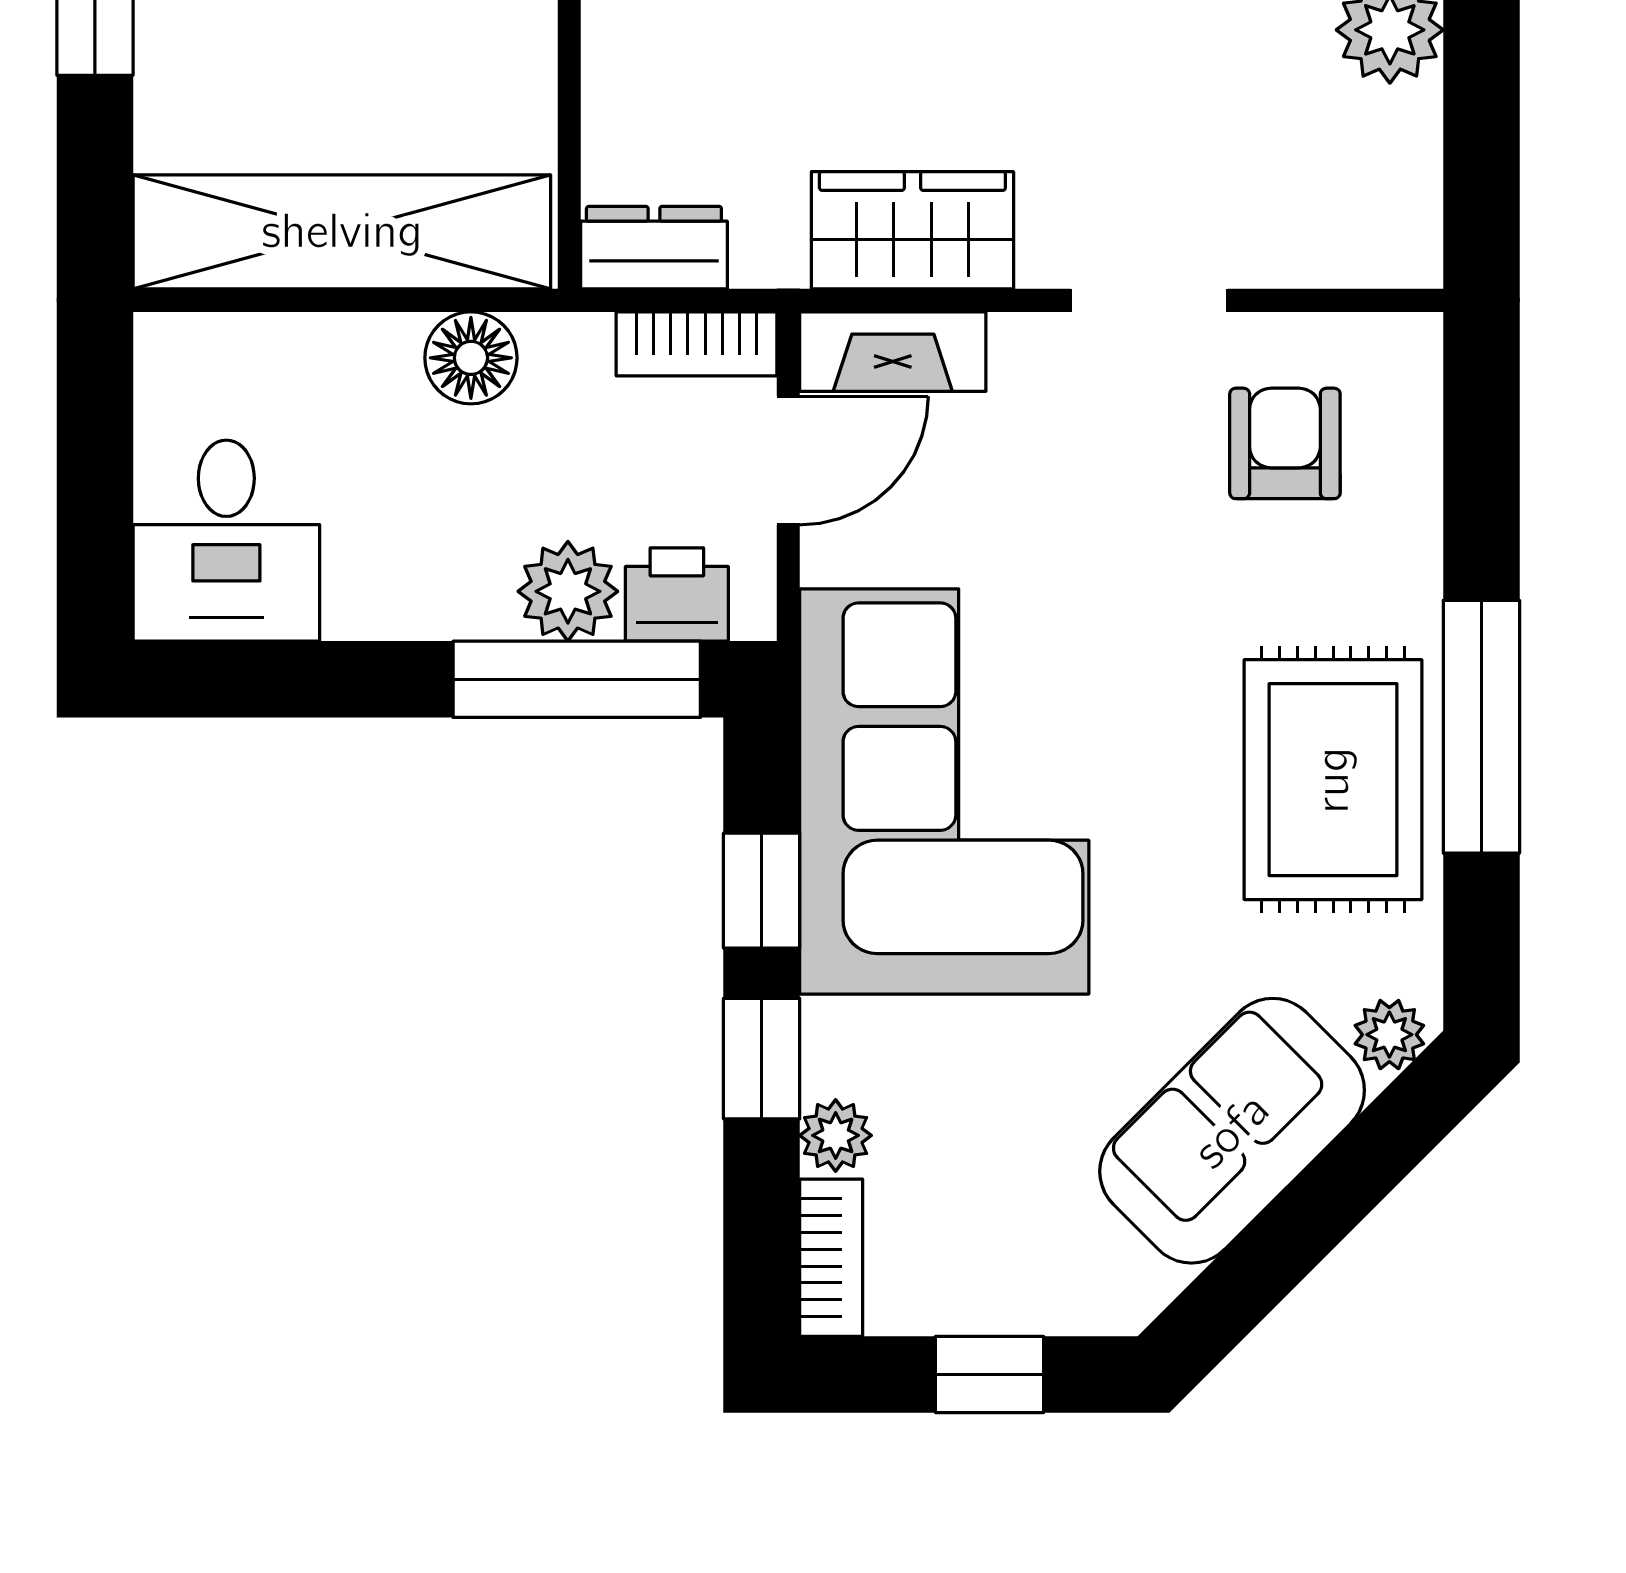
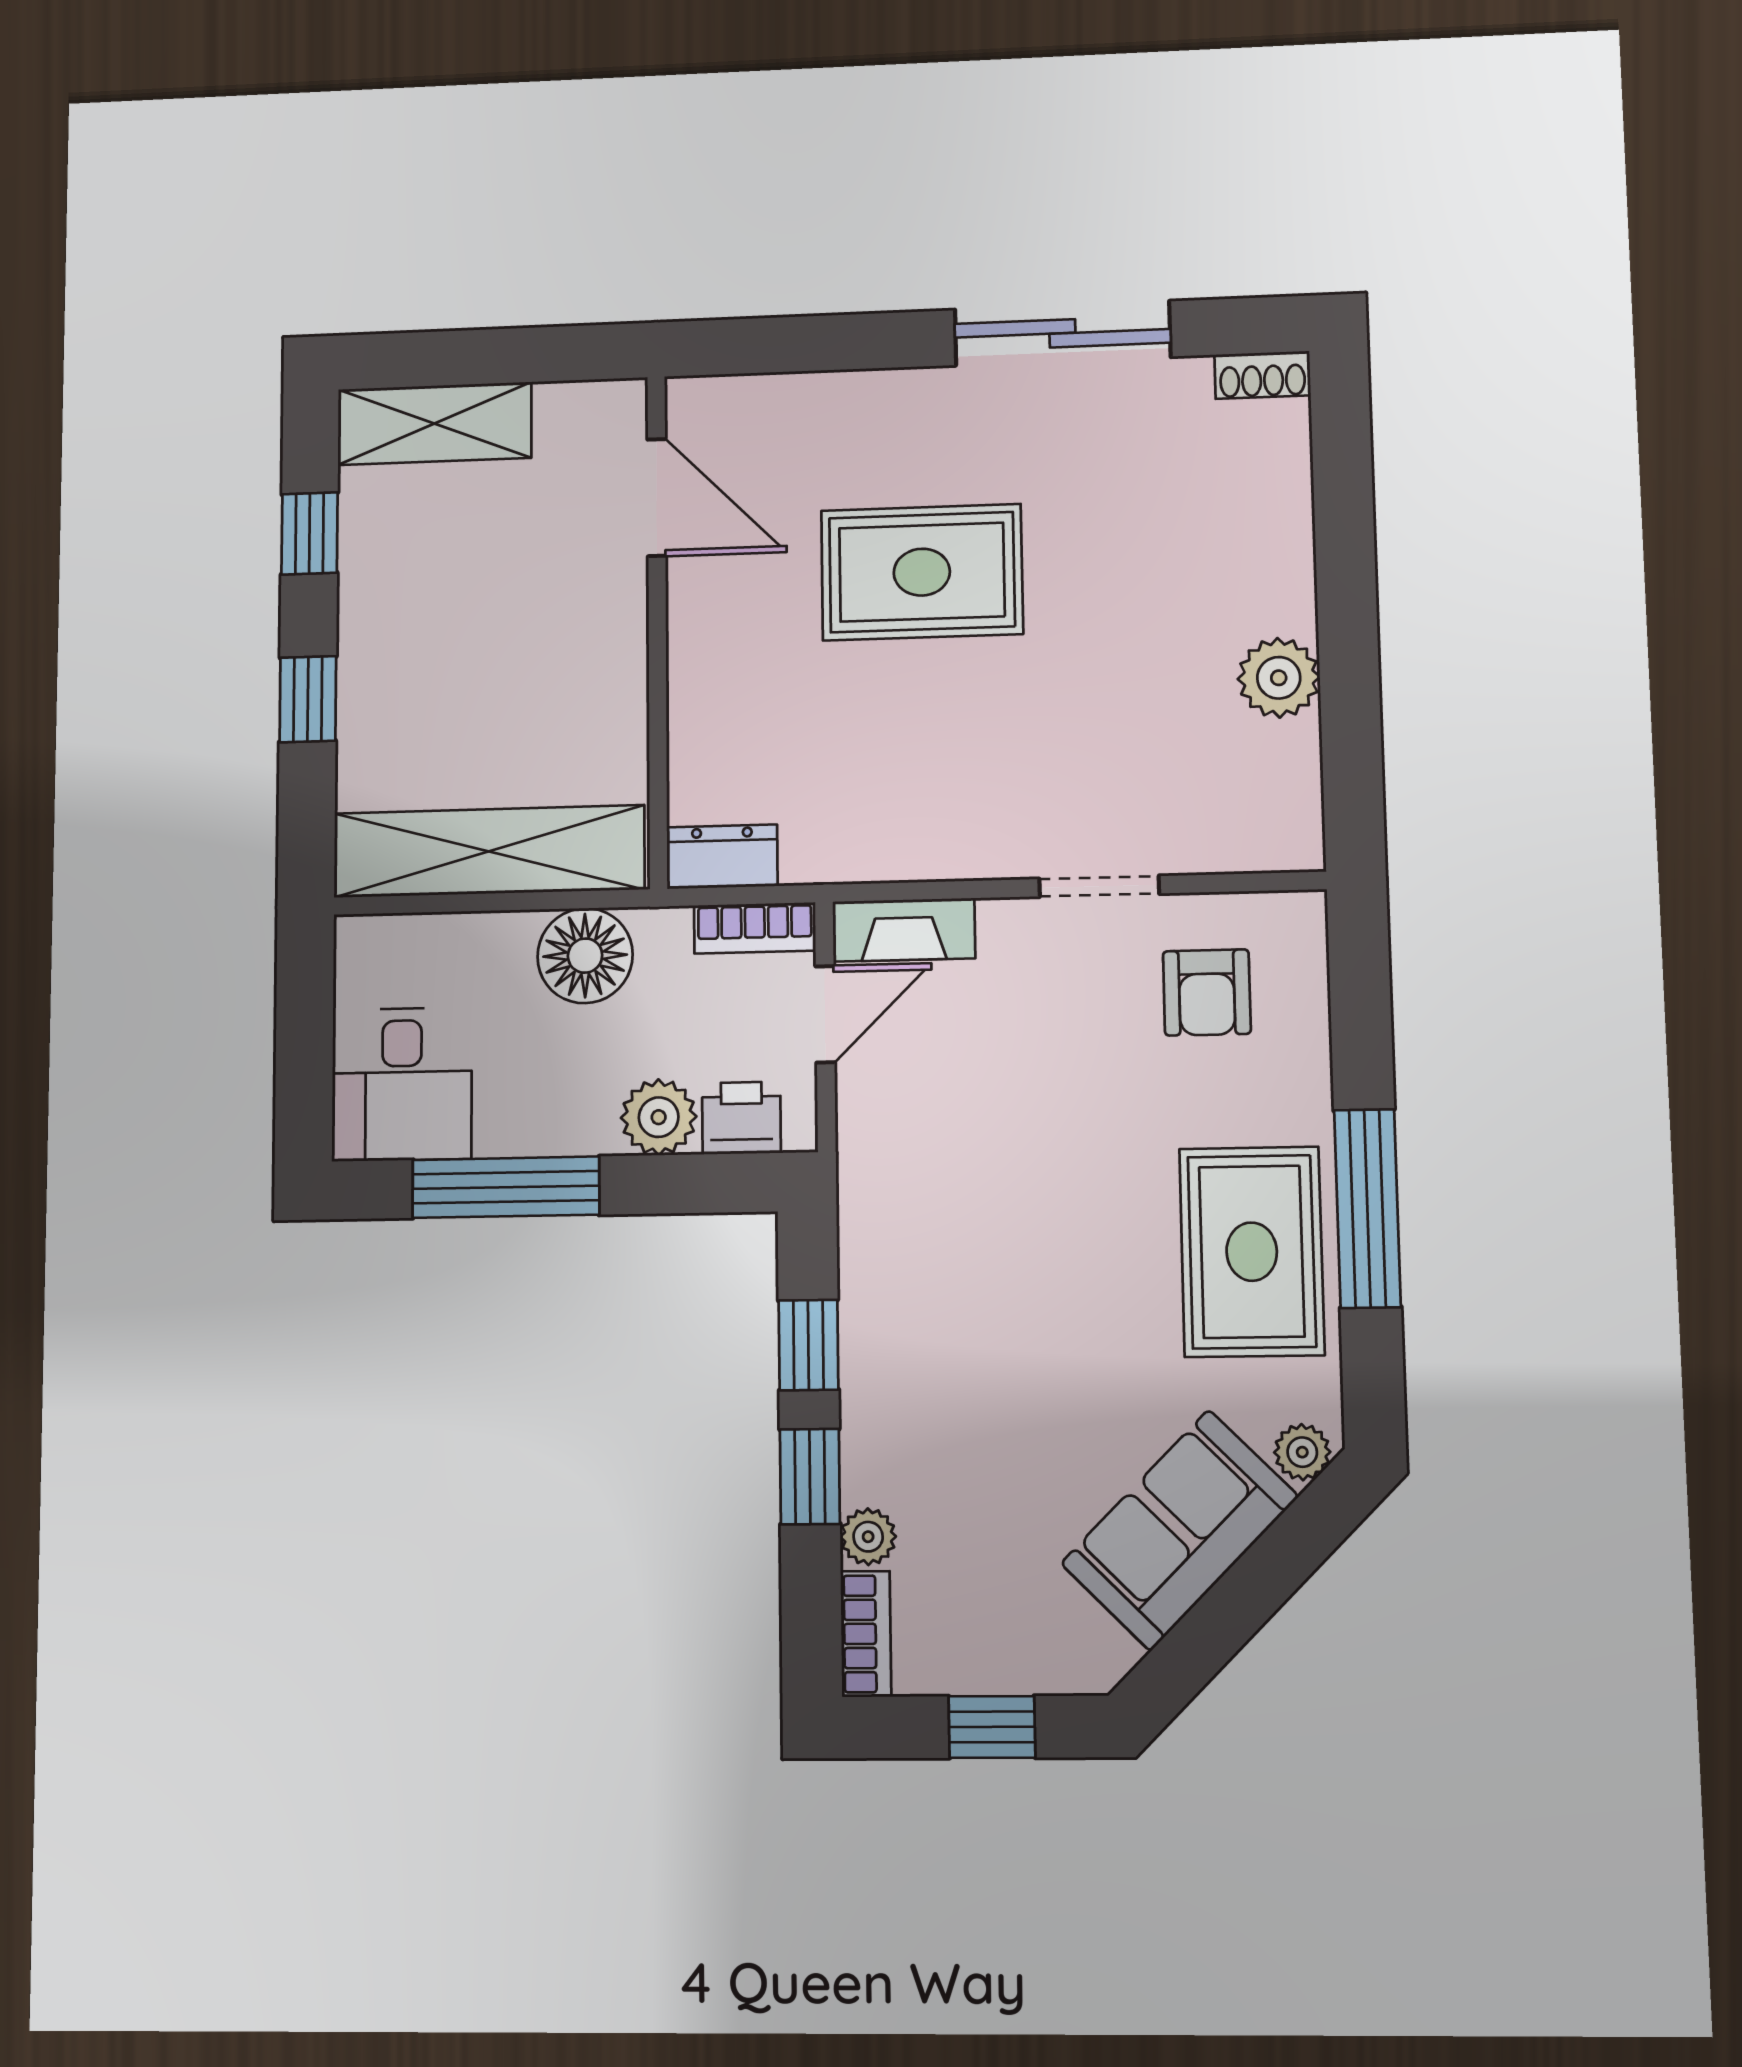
wardrobe: (912, 230) -> (917, 838), removed
floor lamp: (471, 358) -> (585, 956), width x1.38, depth x1.38
armchair: (1285, 443) -> (1207, 992), turned 180
window: (577, 679) -> (506, 1187), moved
corner sofa: (944, 792) -> (949, 1266), removed

